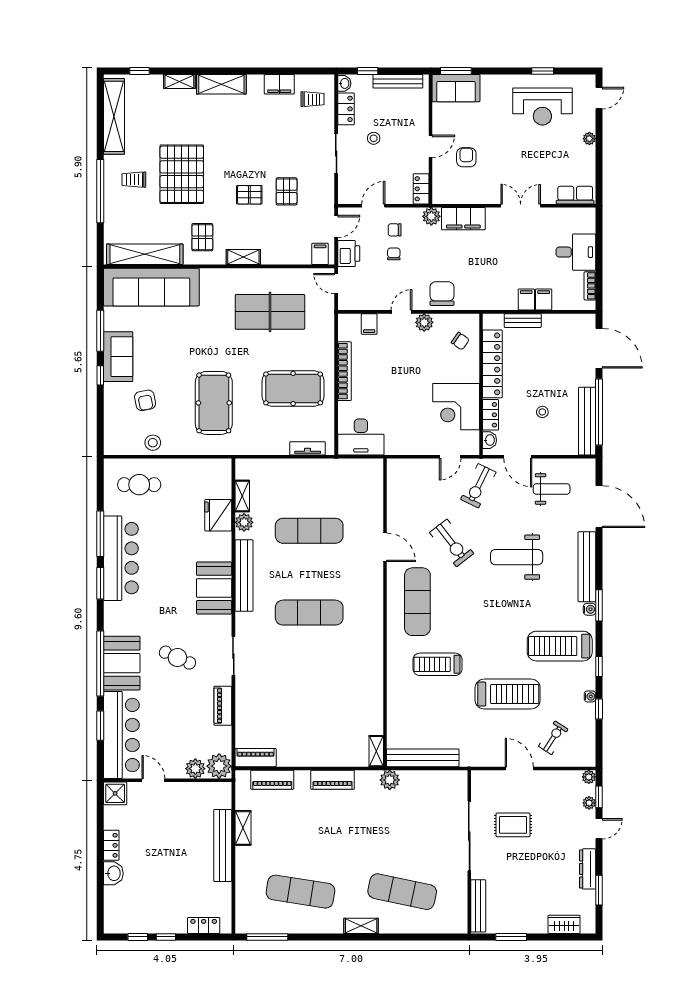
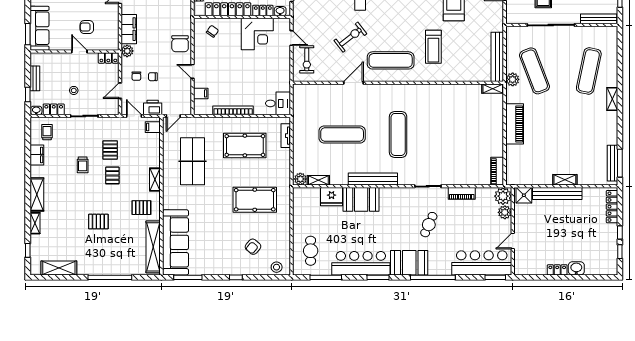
bench: (398, 81) -> (35, 78), width x0.73
sofa: (456, 88) -> (39, 28), width x1.36
shelving: (114, 116) -> (59, 268), width x0.68
pallet: (182, 174) -> (98, 222), width x0.49, depth x0.50
trolley: (134, 180) -> (83, 165), moved
pallet: (287, 191) -> (110, 150), turned 90
door: (373, 206) -> (120, 91), hinge flipped
chair: (442, 294) -> (180, 44), turned -90
plant: (424, 322) -> (200, 56), removed
window: (100, 331) -> (188, 277), moved
sofa: (118, 357) -> (223, 265), removed
pool table: (293, 388) -> (245, 146), turned 90
armchair: (145, 400) -> (253, 247), turned 142
desk: (361, 437) -> (278, 103), width x0.73
stool: (153, 443) -> (277, 267), moved
exercise bike: (478, 486) -> (307, 59), moved, turned 64
plant: (244, 522) -> (300, 179), moved
exercise mat: (309, 531) -> (342, 134), turned 90
window: (100, 534) -> (326, 277), moved
booth: (214, 588) -> (361, 199), moved
booth: (122, 663) -> (409, 263), moved
window: (100, 726) -> (495, 277), moved
piano: (272, 780) -> (512, 160), removed
piano: (333, 780) -> (515, 124), width x1.37, depth x1.33
shower: (115, 793) -> (524, 195), moved
shelving: (243, 828) -> (565, 180), moved
exercise mat: (300, 892) -> (534, 71), moved, turned -30
locker: (204, 925) -> (612, 207), width x1.53
bench: (267, 926) -> (612, 163), added

